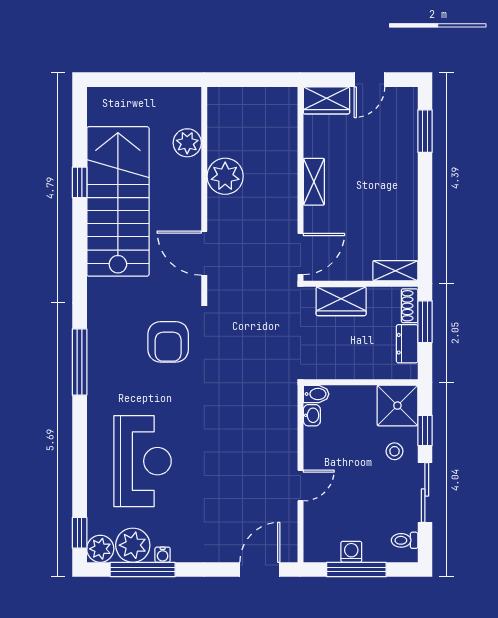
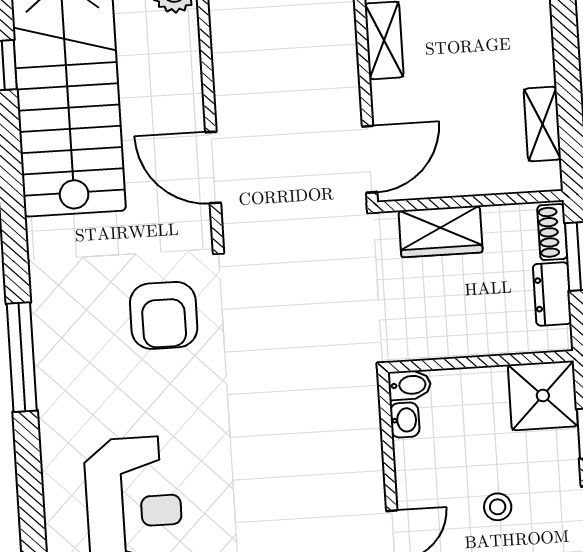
plant: (225, 176) -> (239, 40), removed
shelving: (395, 271) -> (542, 124), moved, turned 90
stool: (395, 451) -> (498, 507), moved

